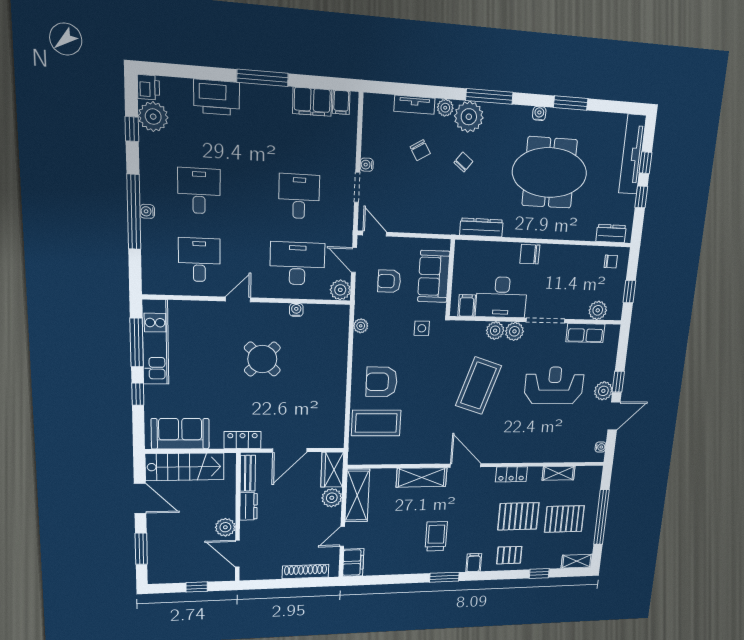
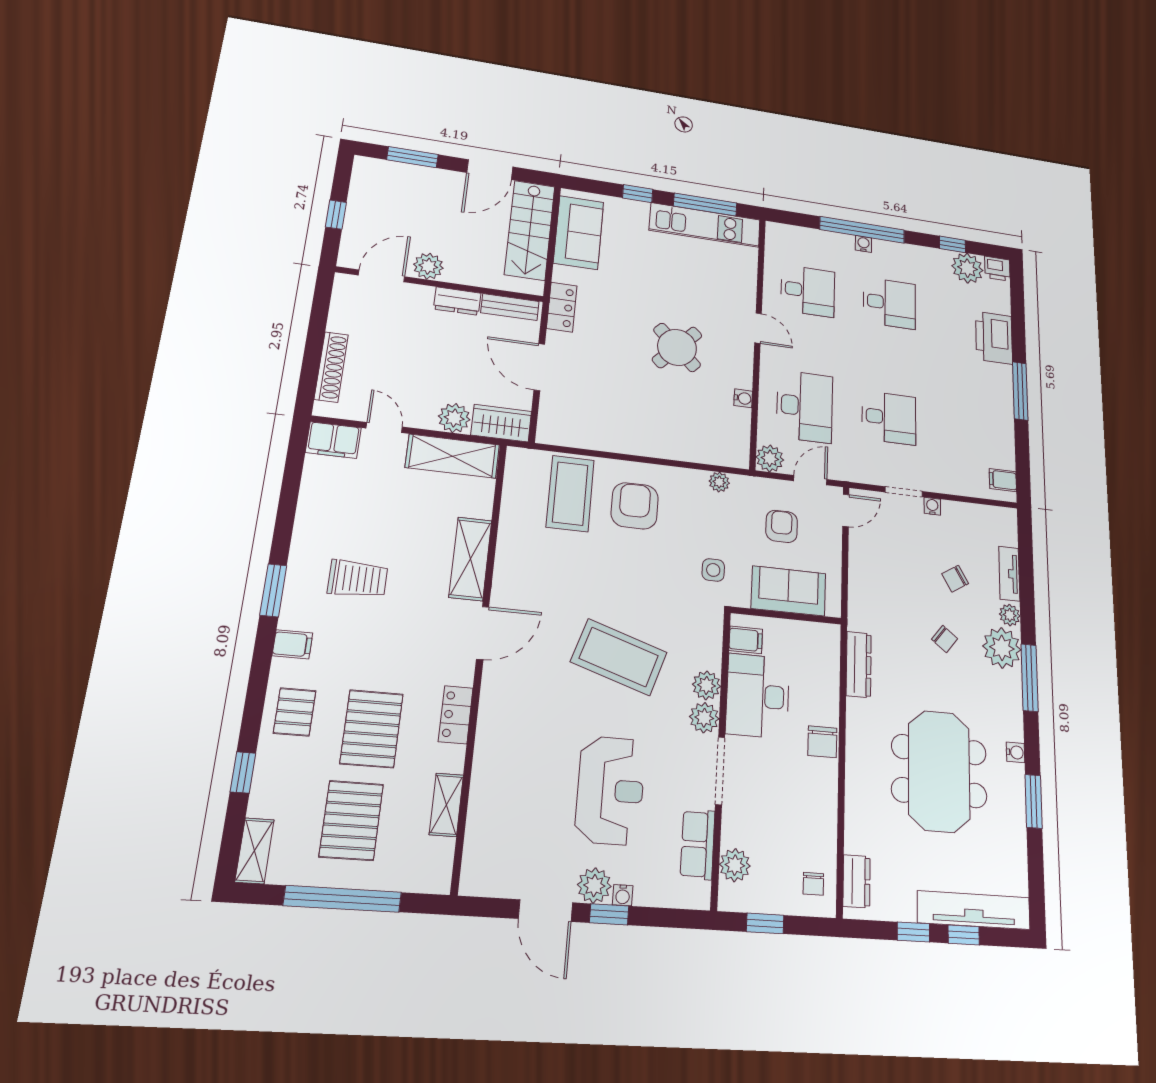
filing cabinet: (312, 102) -> (1000, 445), removed
chair: (530, 254) -> (822, 742), turned 180
water cooler: (600, 447) -> (623, 895), moved

